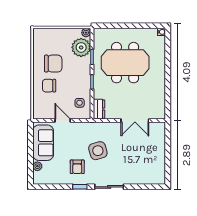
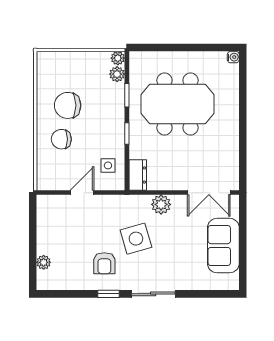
plant: (81, 47) -> (117, 74), width x0.53, depth x0.53
chair: (53, 64) -> (68, 105), turned 180
door: (63, 121) -> (82, 193), hinge flipped
double door: (135, 121) -> (209, 193), moved
plant: (114, 128) -> (161, 204), added
sofa: (43, 143) -> (223, 246), moved, turned 180

